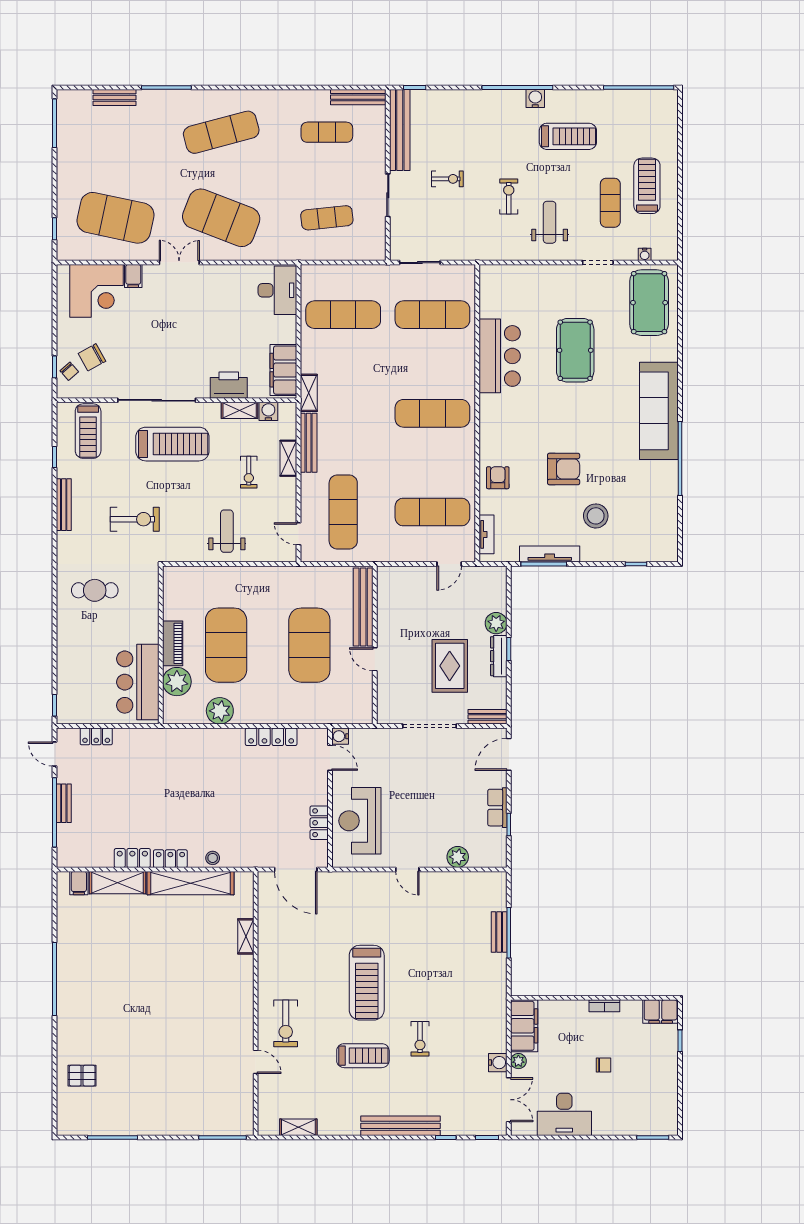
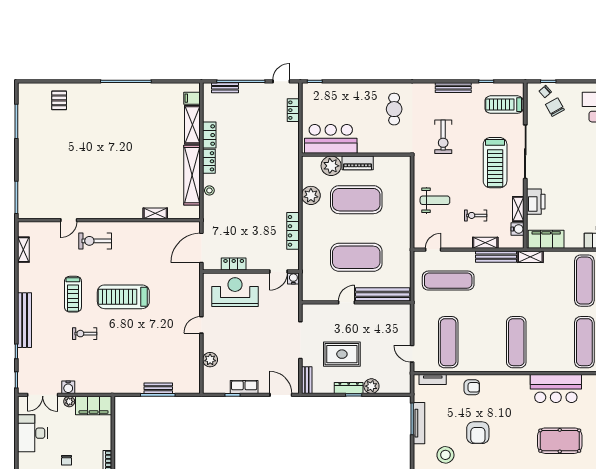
bench: (64, 803) -> (225, 88), moved

